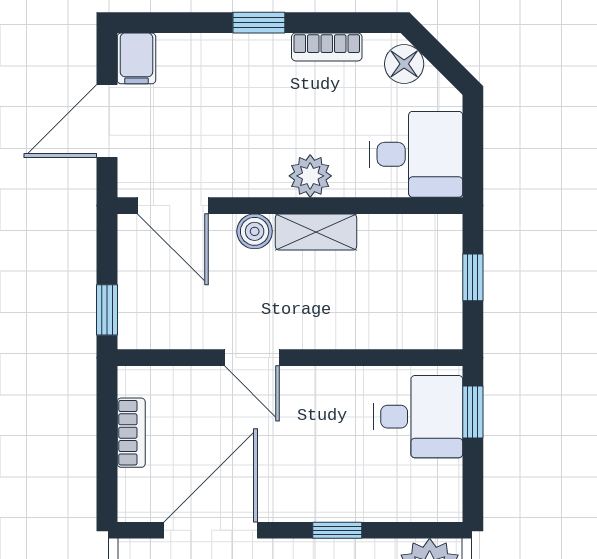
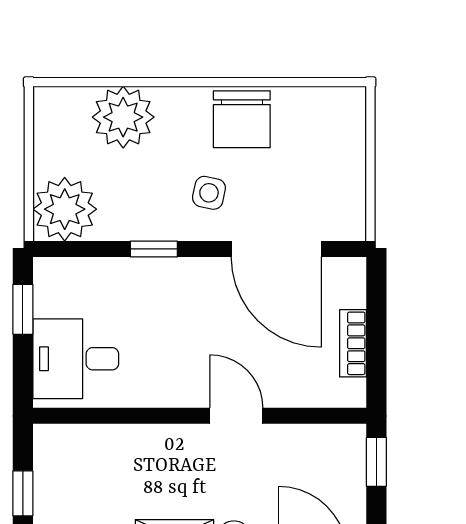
window: (473, 412) -> (23, 309), moved
door: (211, 530) -> (276, 249), hinge flipped

